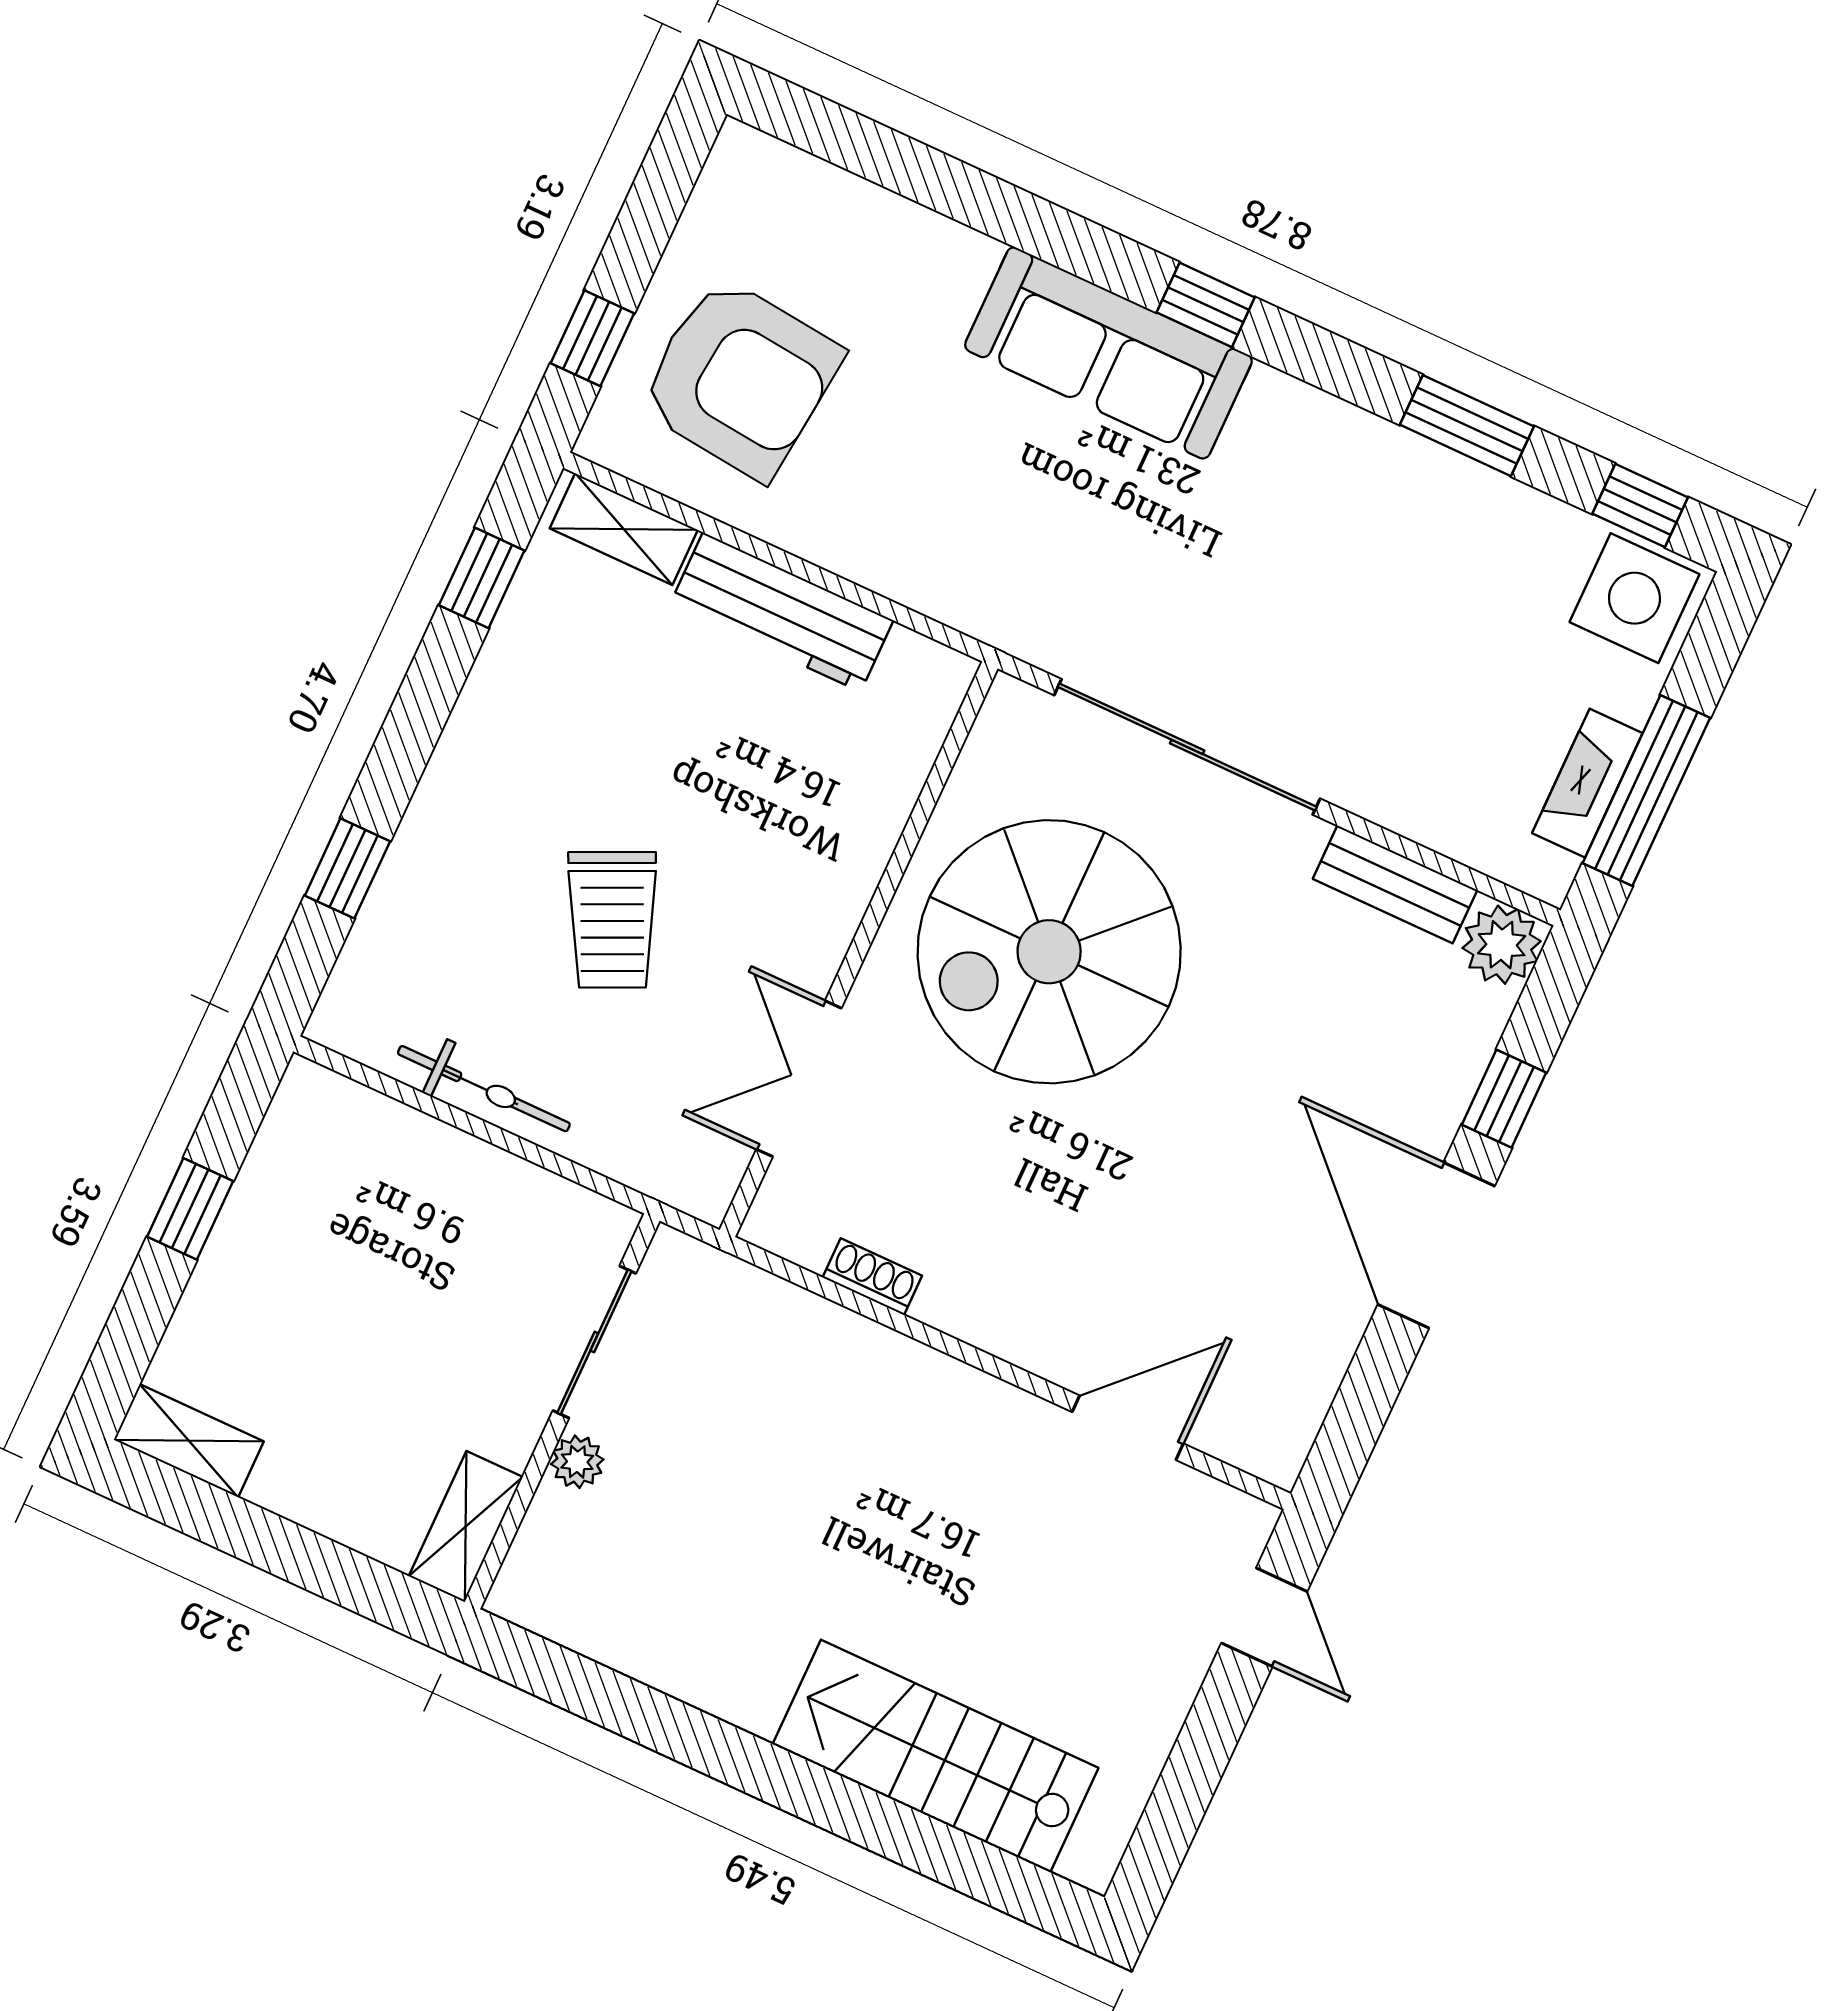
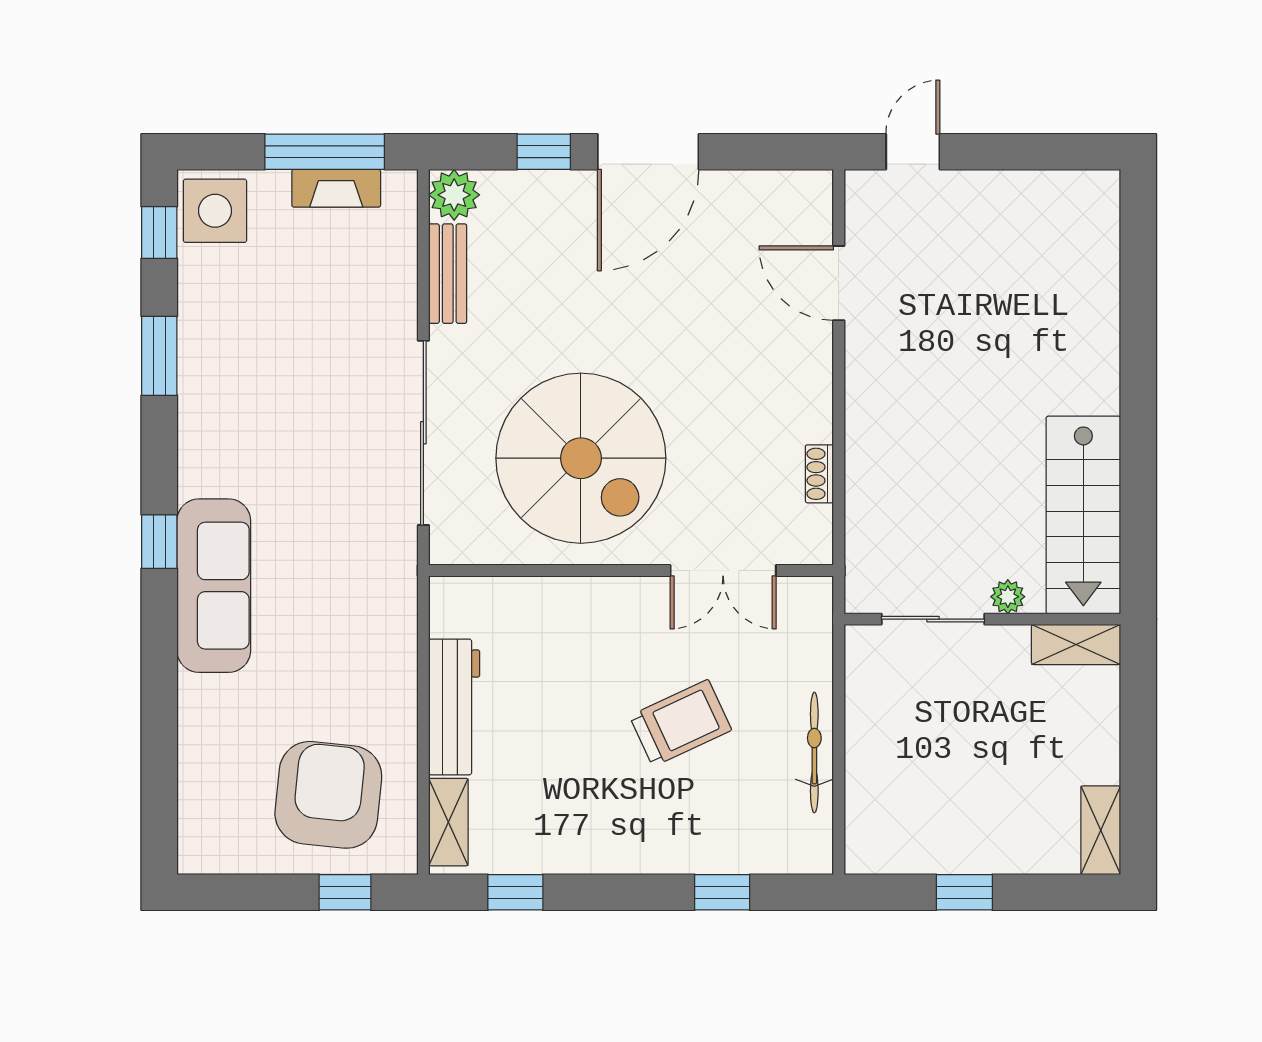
stairs: (935, 1756) -> (1083, 515), moved

